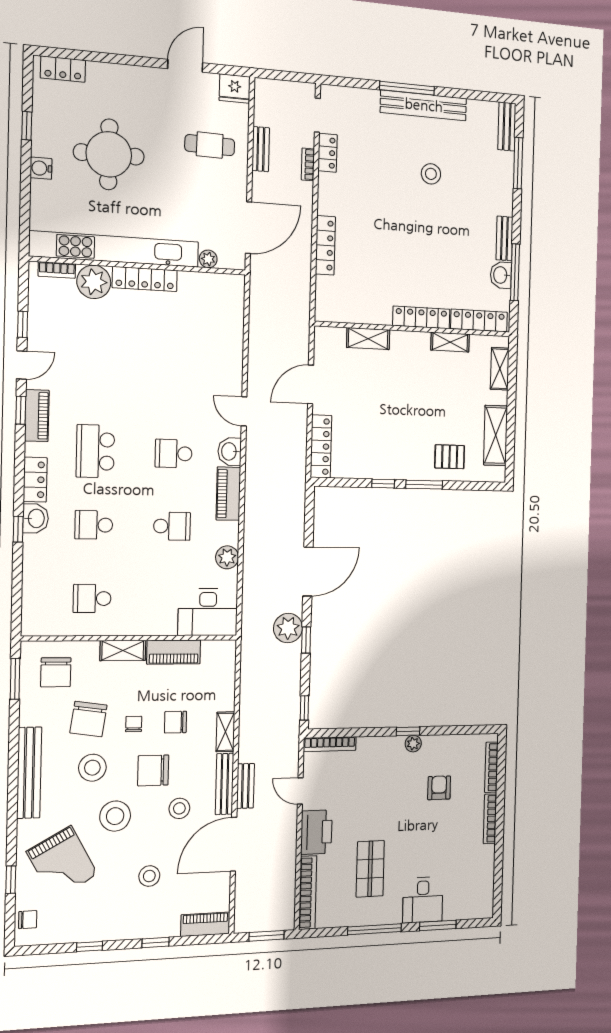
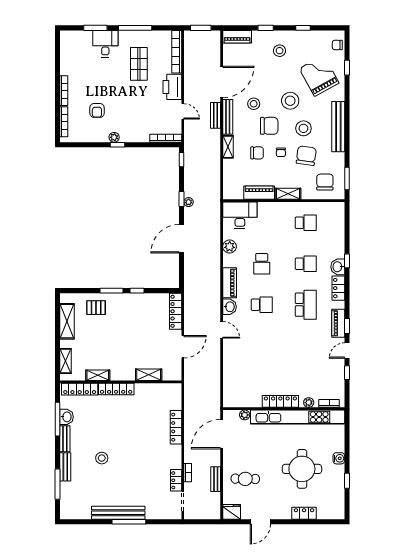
locker: (63, 69) -> (304, 513), moved
bench: (507, 126) -> (65, 467), moved
stool: (431, 174) -> (102, 458), moved
plant: (94, 282) -> (309, 403), width x0.53, depth x0.53
school desk: (172, 526) -> (262, 264), turned -90
plant: (288, 628) -> (189, 202), width x0.53, depth x0.53
stool: (149, 876) -> (280, 51), moved

